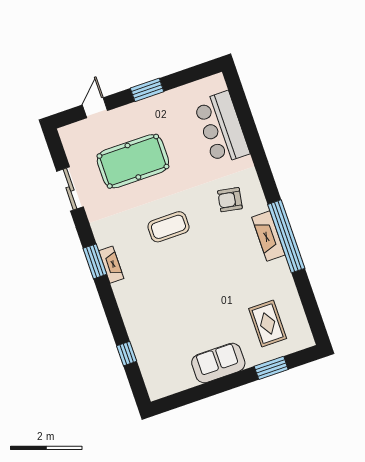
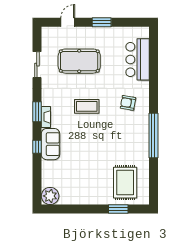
fireplace: (268, 236) -> (143, 132), removed
rug: (268, 324) -> (125, 183), width x1.36, depth x1.43
window: (127, 354) -> (37, 147), moved
sofa: (218, 363) -> (50, 144), moved, turned 90
plant: (160, 384) -> (50, 196), added

